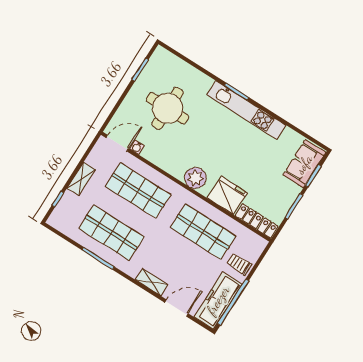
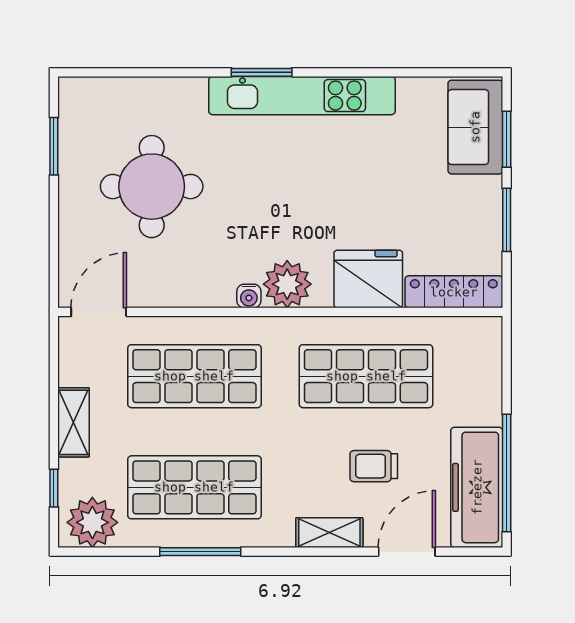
water cooler: (137, 147) -> (249, 296), moved
plant: (64, 221) -> (92, 522), added
trolley: (239, 264) -> (374, 466), moved

